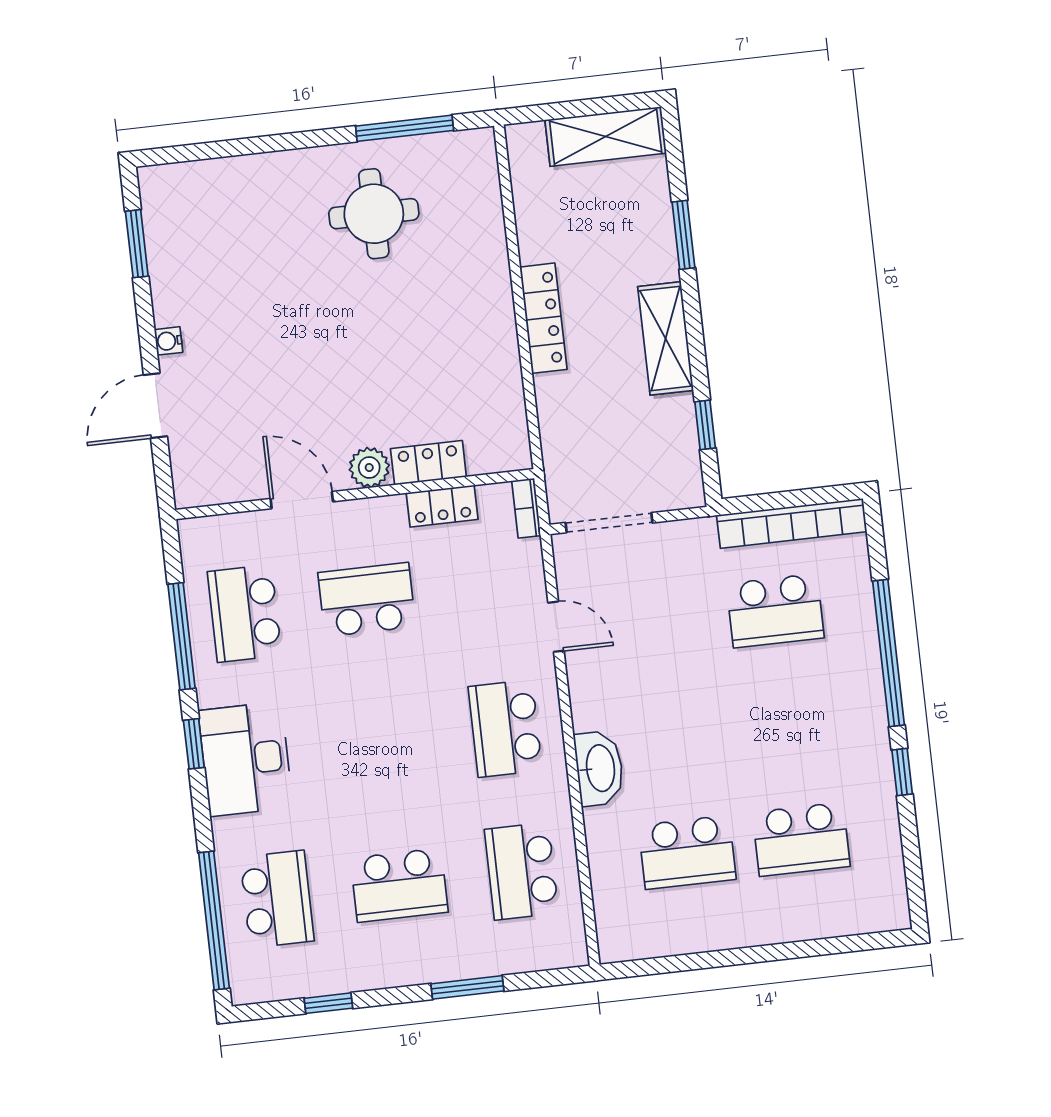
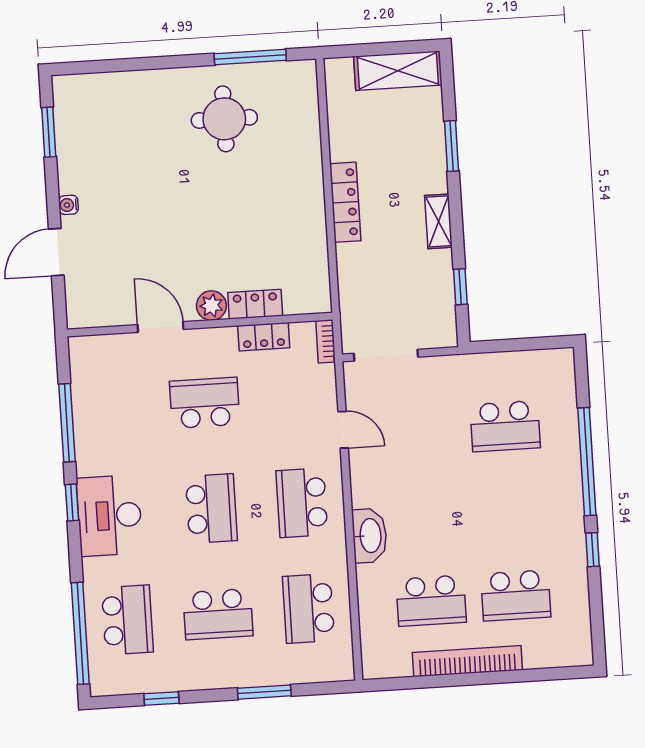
shelving: (666, 338) -> (438, 221), width x0.67, depth x0.75
bookcase: (792, 523) -> (467, 661), moved, turned 180
school desk: (245, 614) -> (211, 508), moved, turned 180

